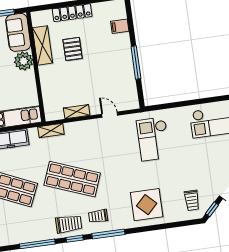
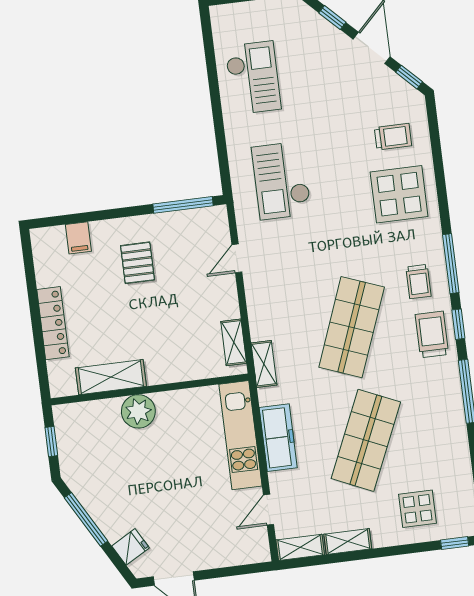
sofa: (18, 32) -> (87, 420), removed
pallet: (73, 49) -> (138, 263), moved, turned 90
window: (136, 63) -> (183, 205), moved
shelving: (77, 112) -> (234, 342), moved
checkout: (153, 139) -> (281, 180), turned 90
trolley: (192, 200) -> (393, 137), moved

